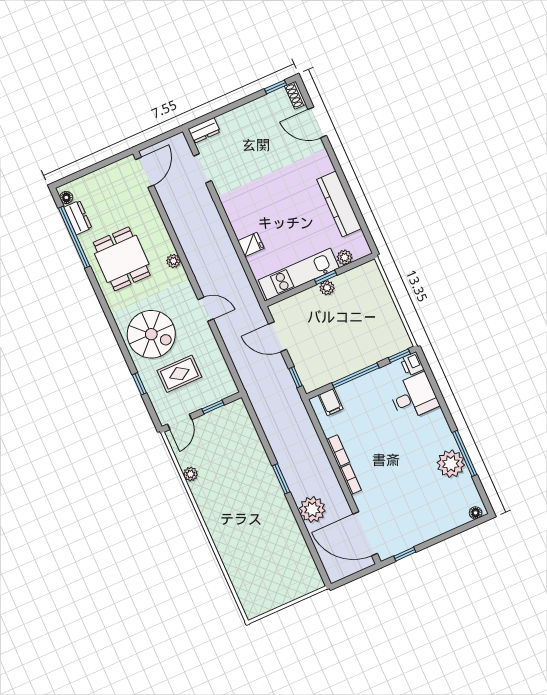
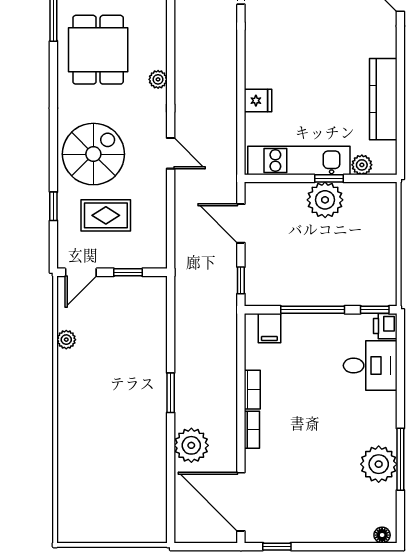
plant: (327, 288) -> (325, 200), width x1.88, depth x1.88
spiral stairs: (151, 334) -> (93, 154), turned -90

